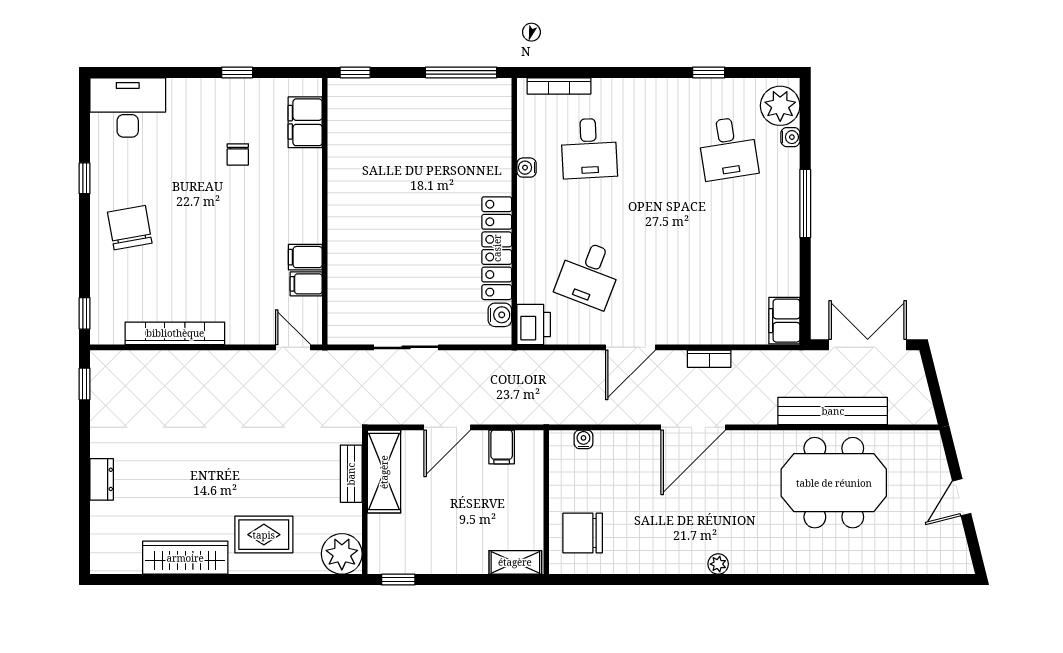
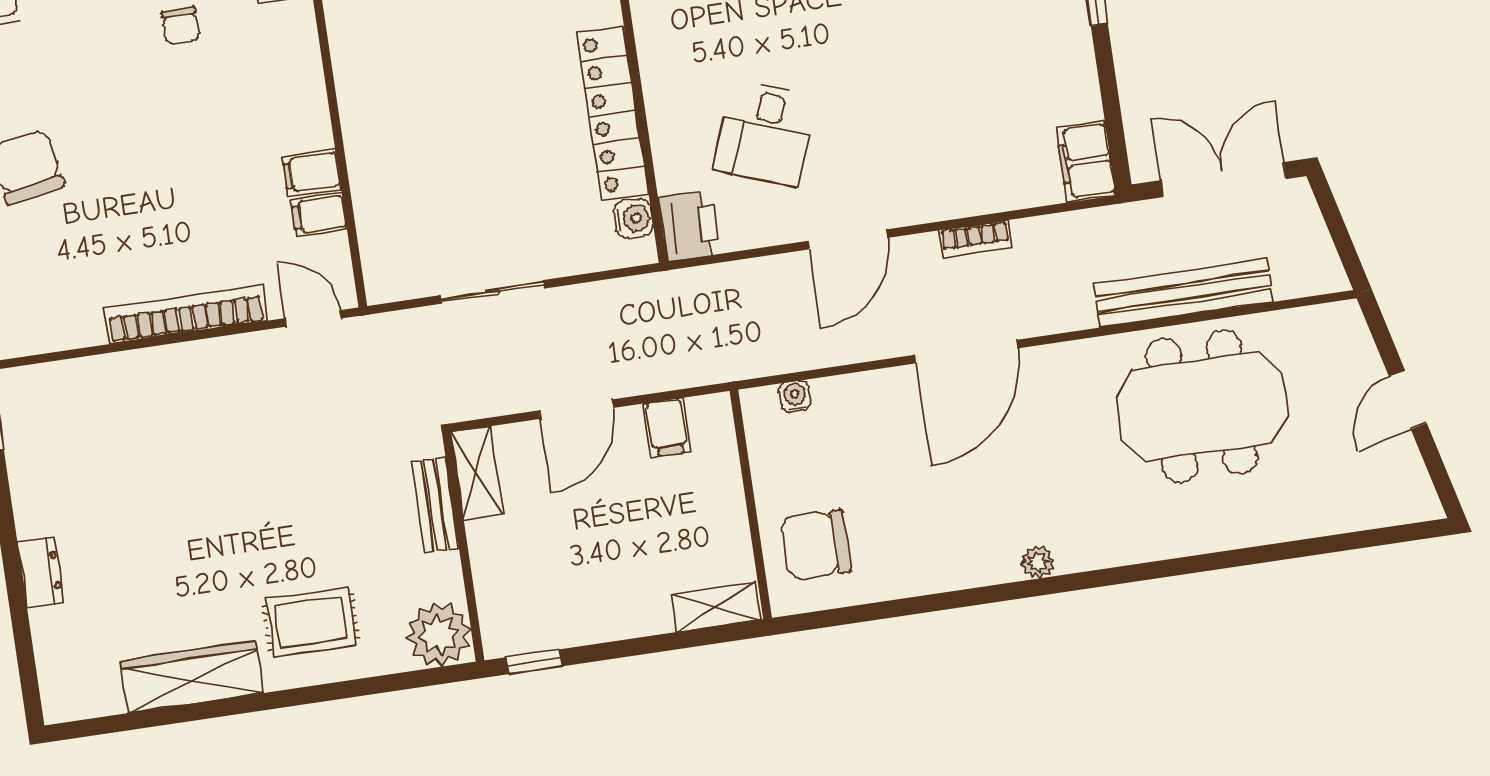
bookcase: (175, 333) -> (186, 315), moved
shelving: (384, 472) -> (477, 473), width x0.67, depth x0.75

